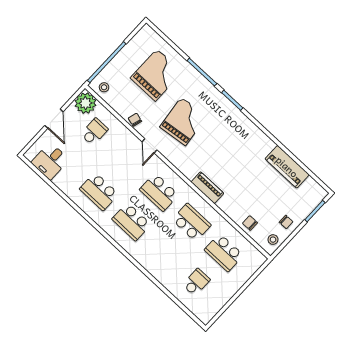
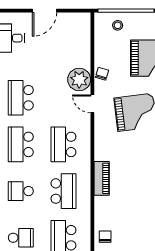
stool: (104, 87) -> (118, 25), moved
plant: (85, 103) -> (79, 80), moved
school desk: (94, 132) -> (21, 191), moved, turned 180
door: (150, 146) -> (92, 104), hinge flipped

